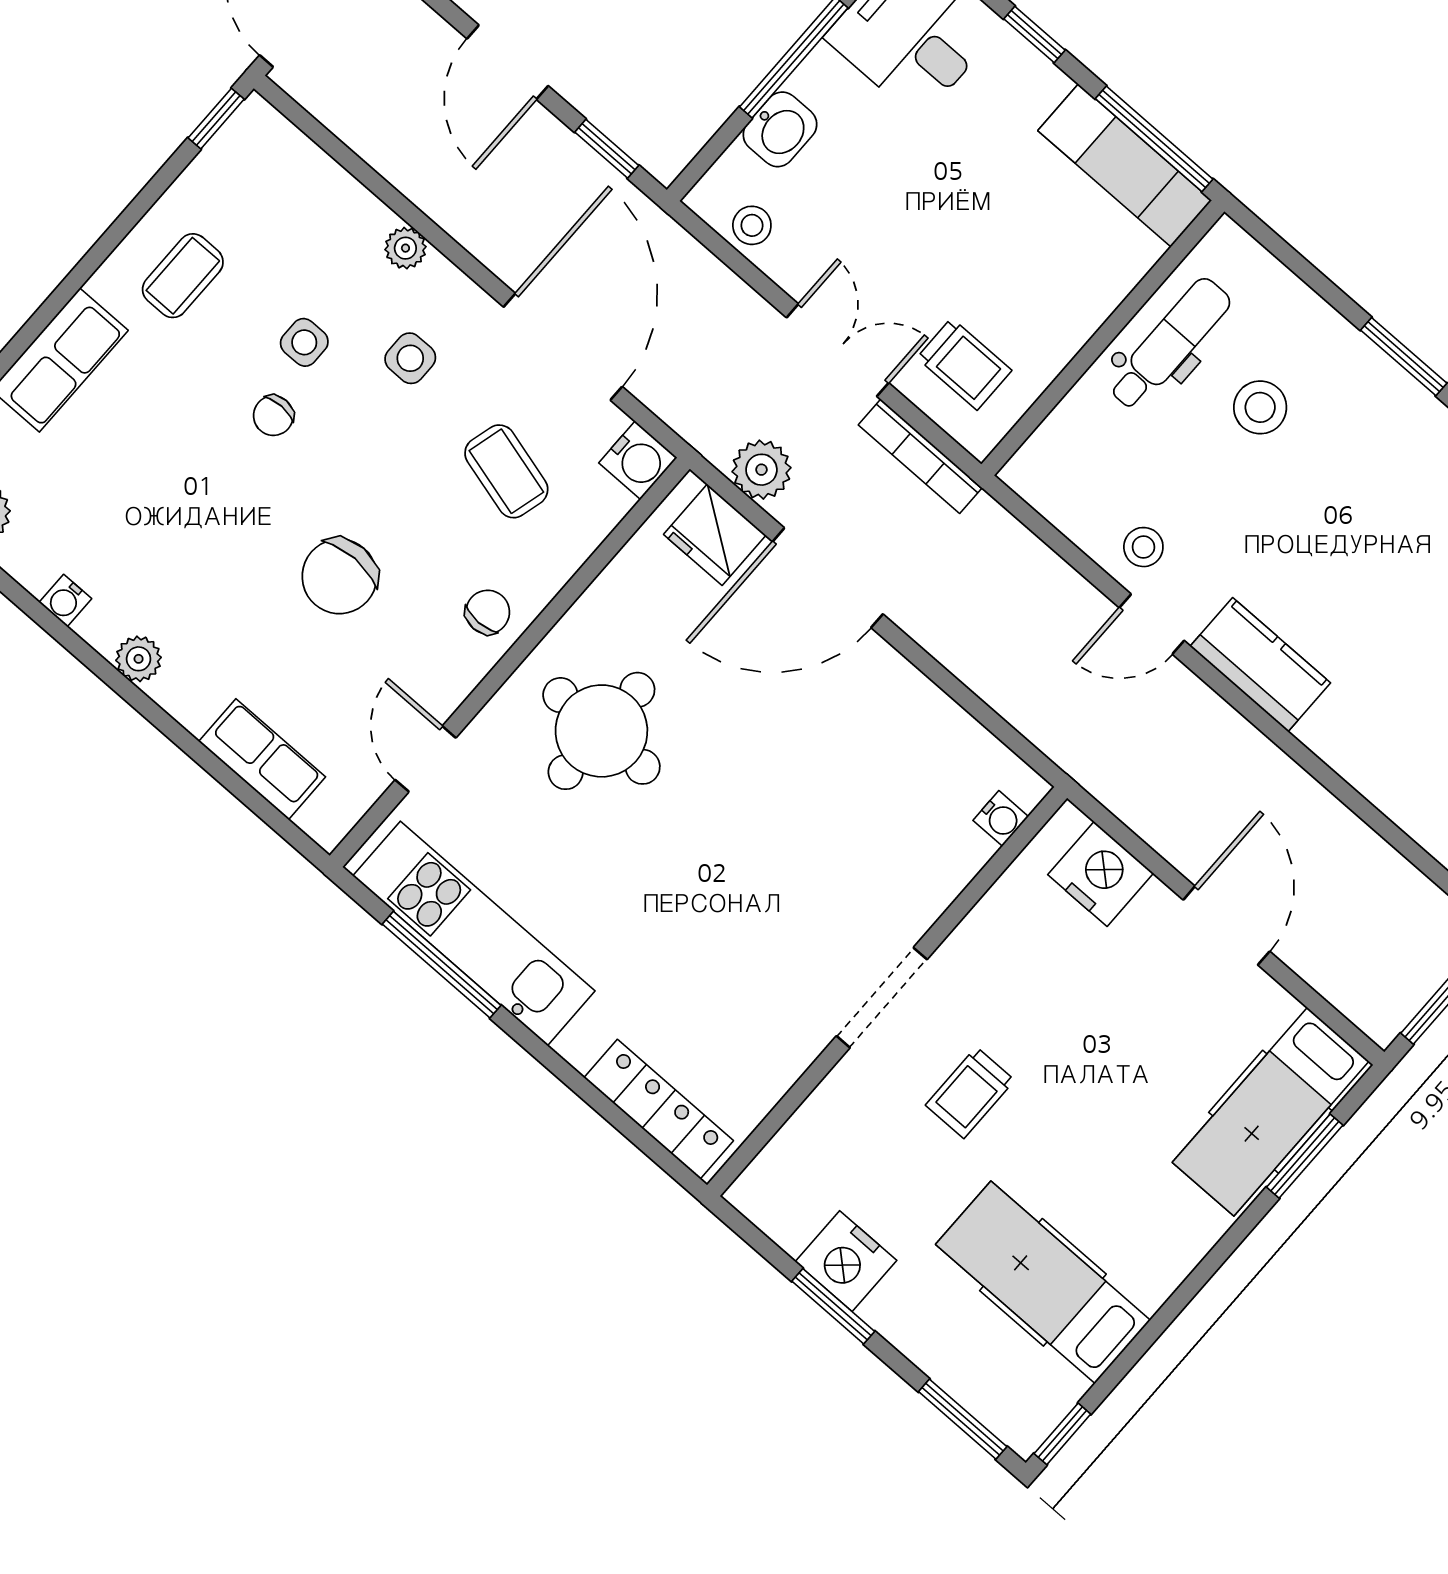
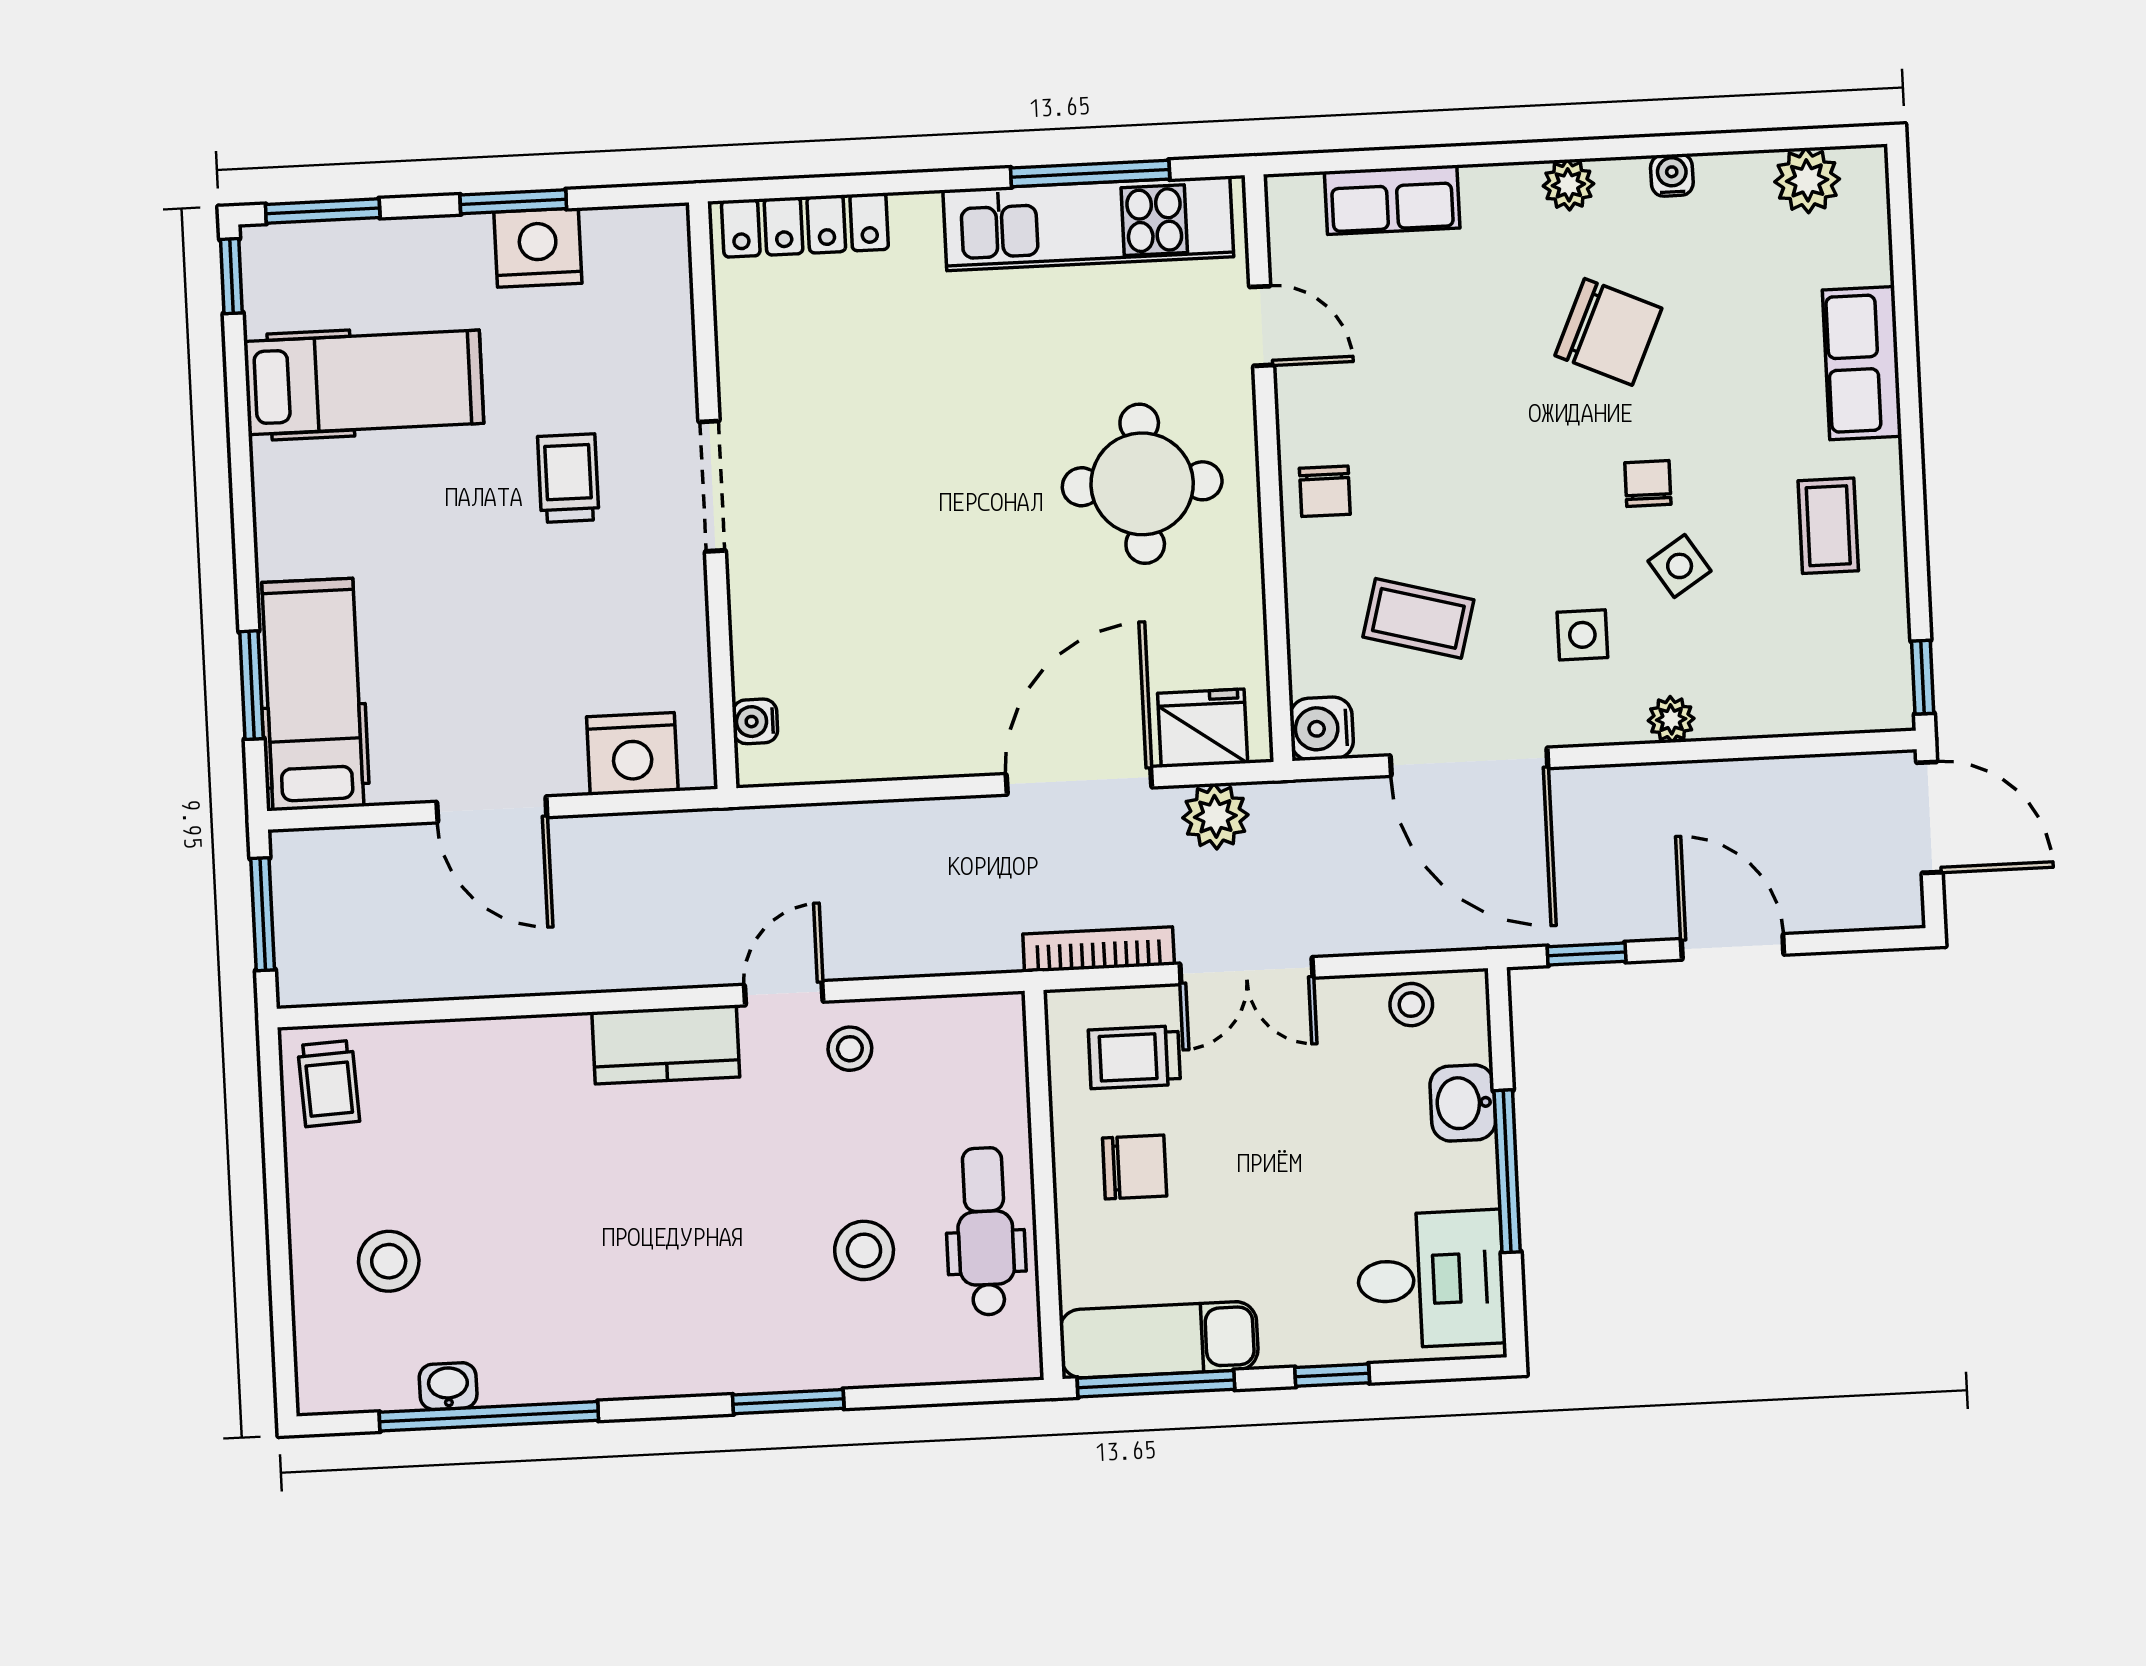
chair: (1033, 293) -> (1135, 1167), added
side table: (304, 342) -> (1680, 566), turned -33
dental chair: (1170, 344) -> (985, 1231), turned 180
chair: (339, 576) -> (1608, 332), moved, turned 114

